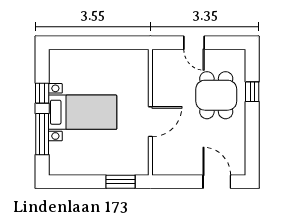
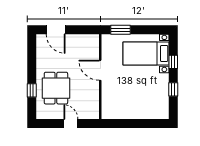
bed with nightstands: (83, 112) -> (146, 53), moved
door: (150, 122) -> (100, 70), hinge flipped
window: (42, 134) -> (173, 62), width x0.46

